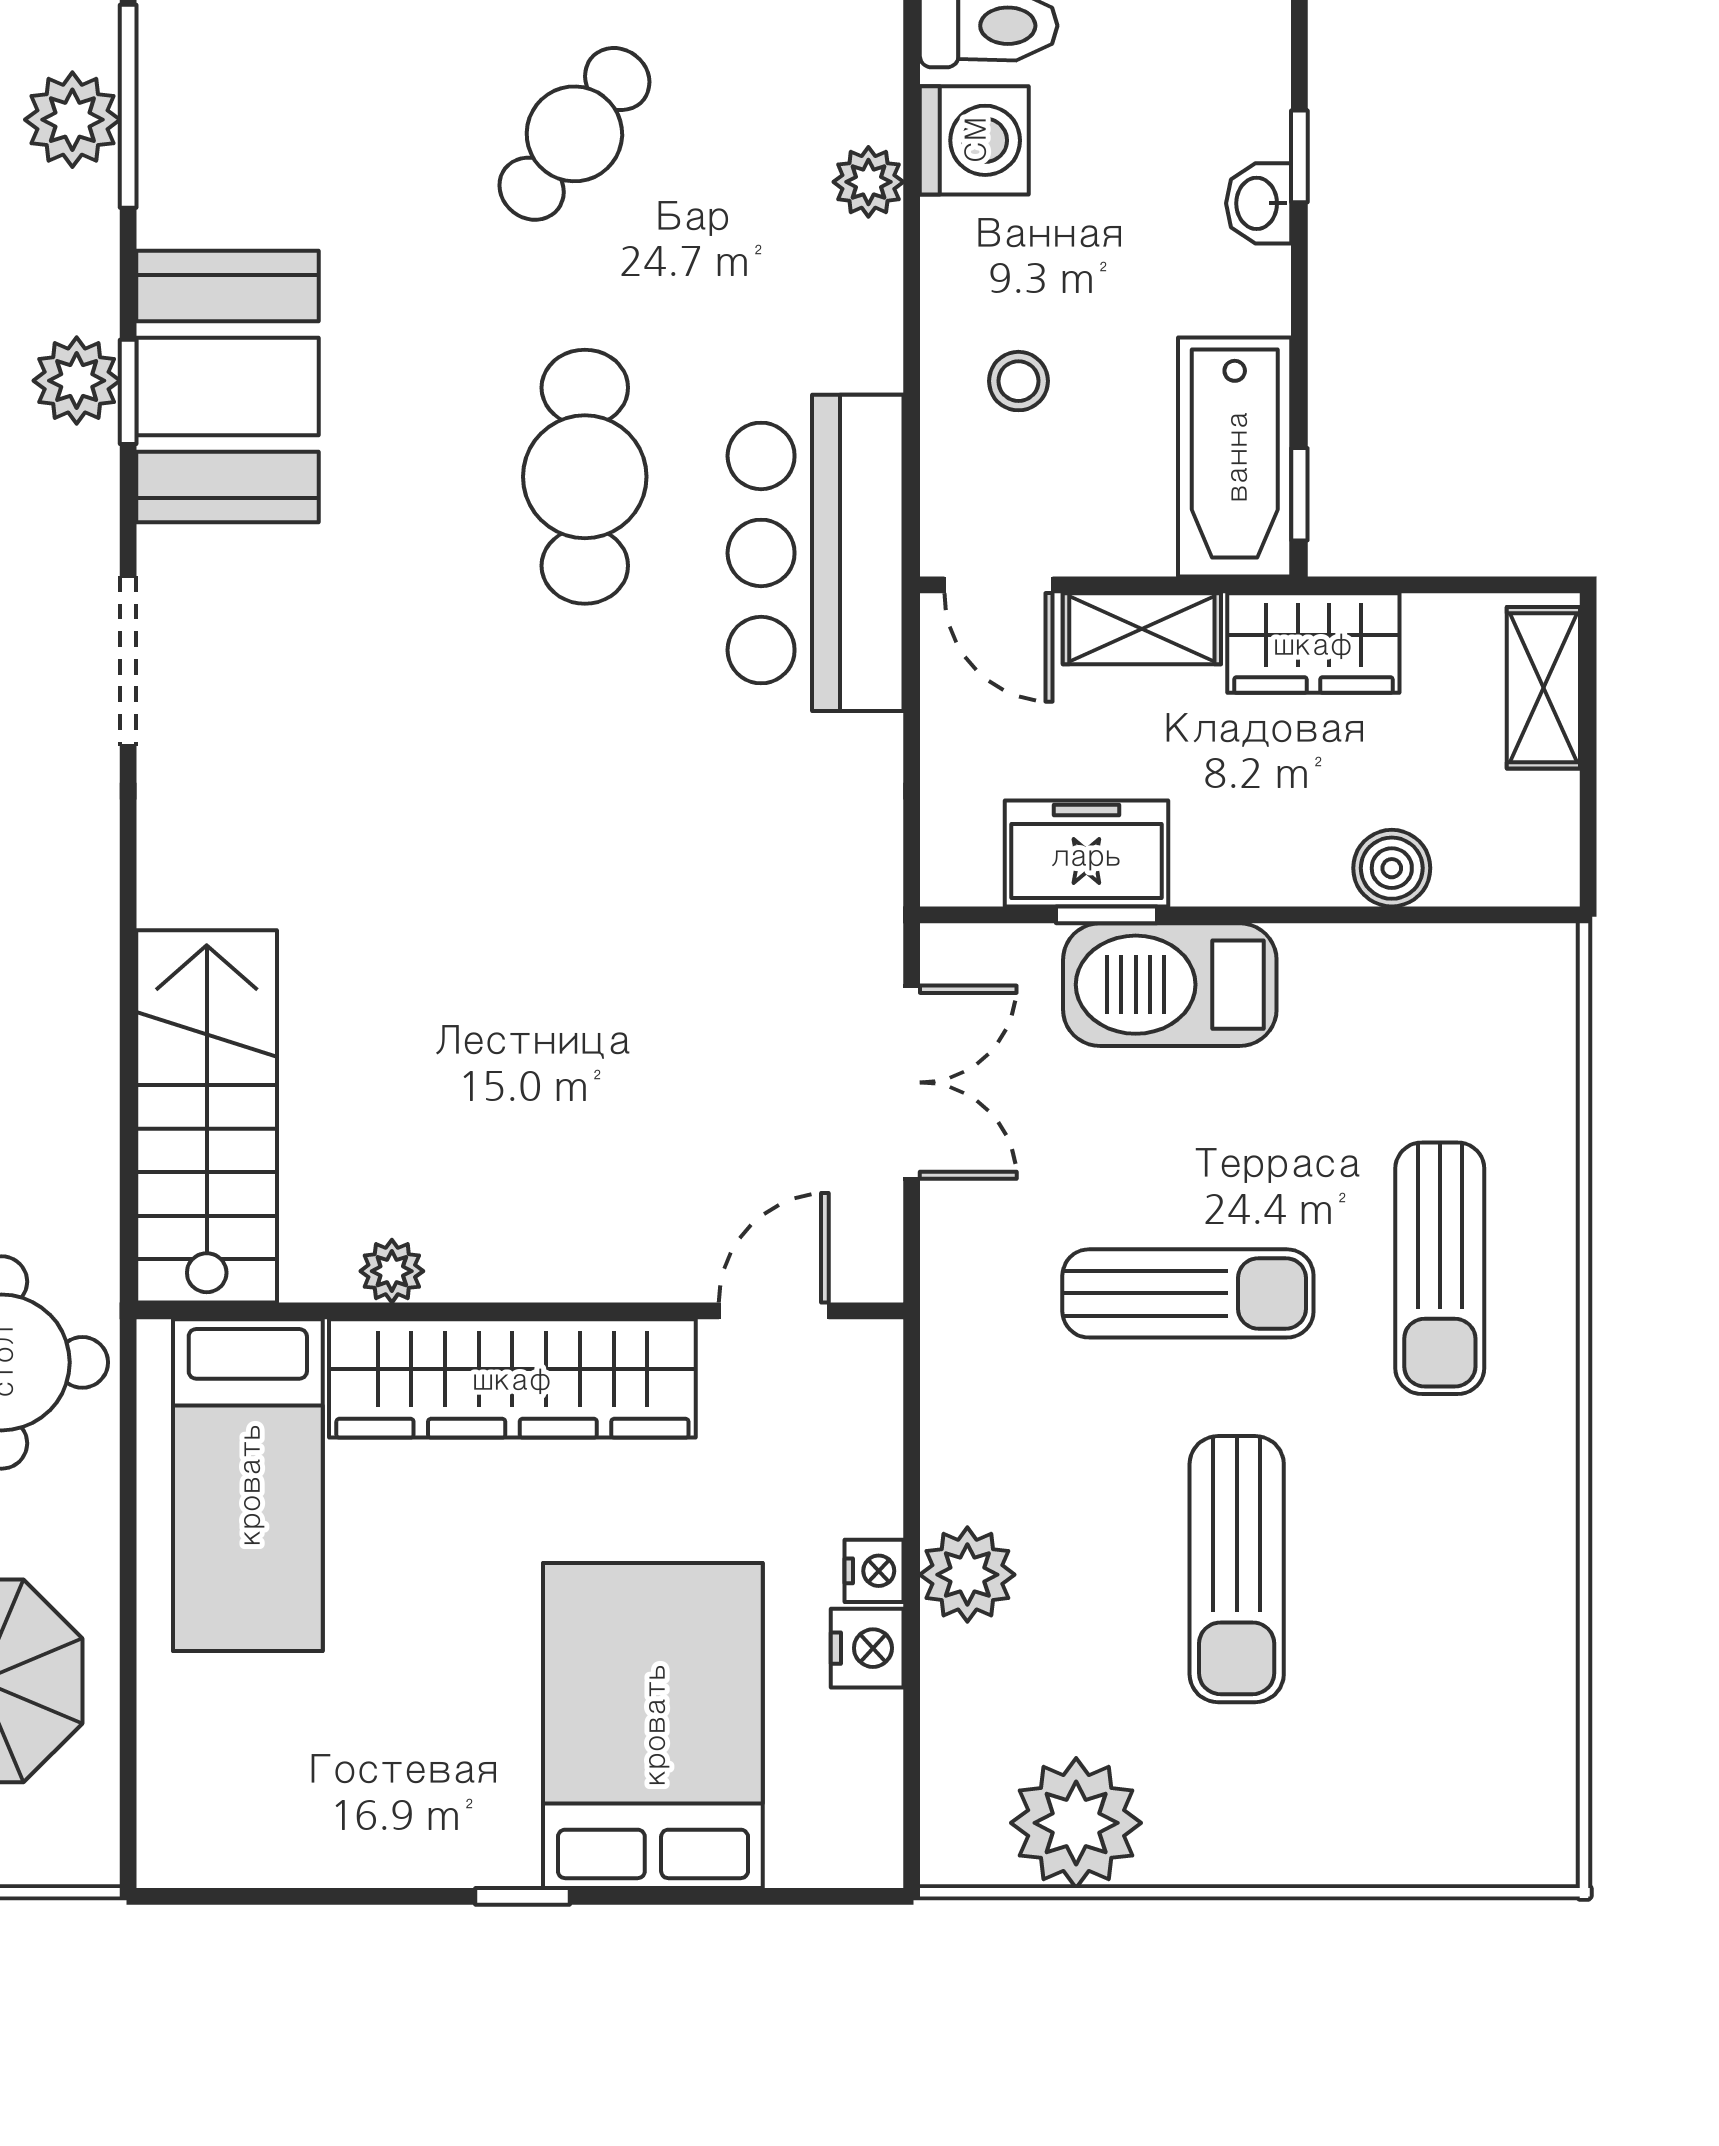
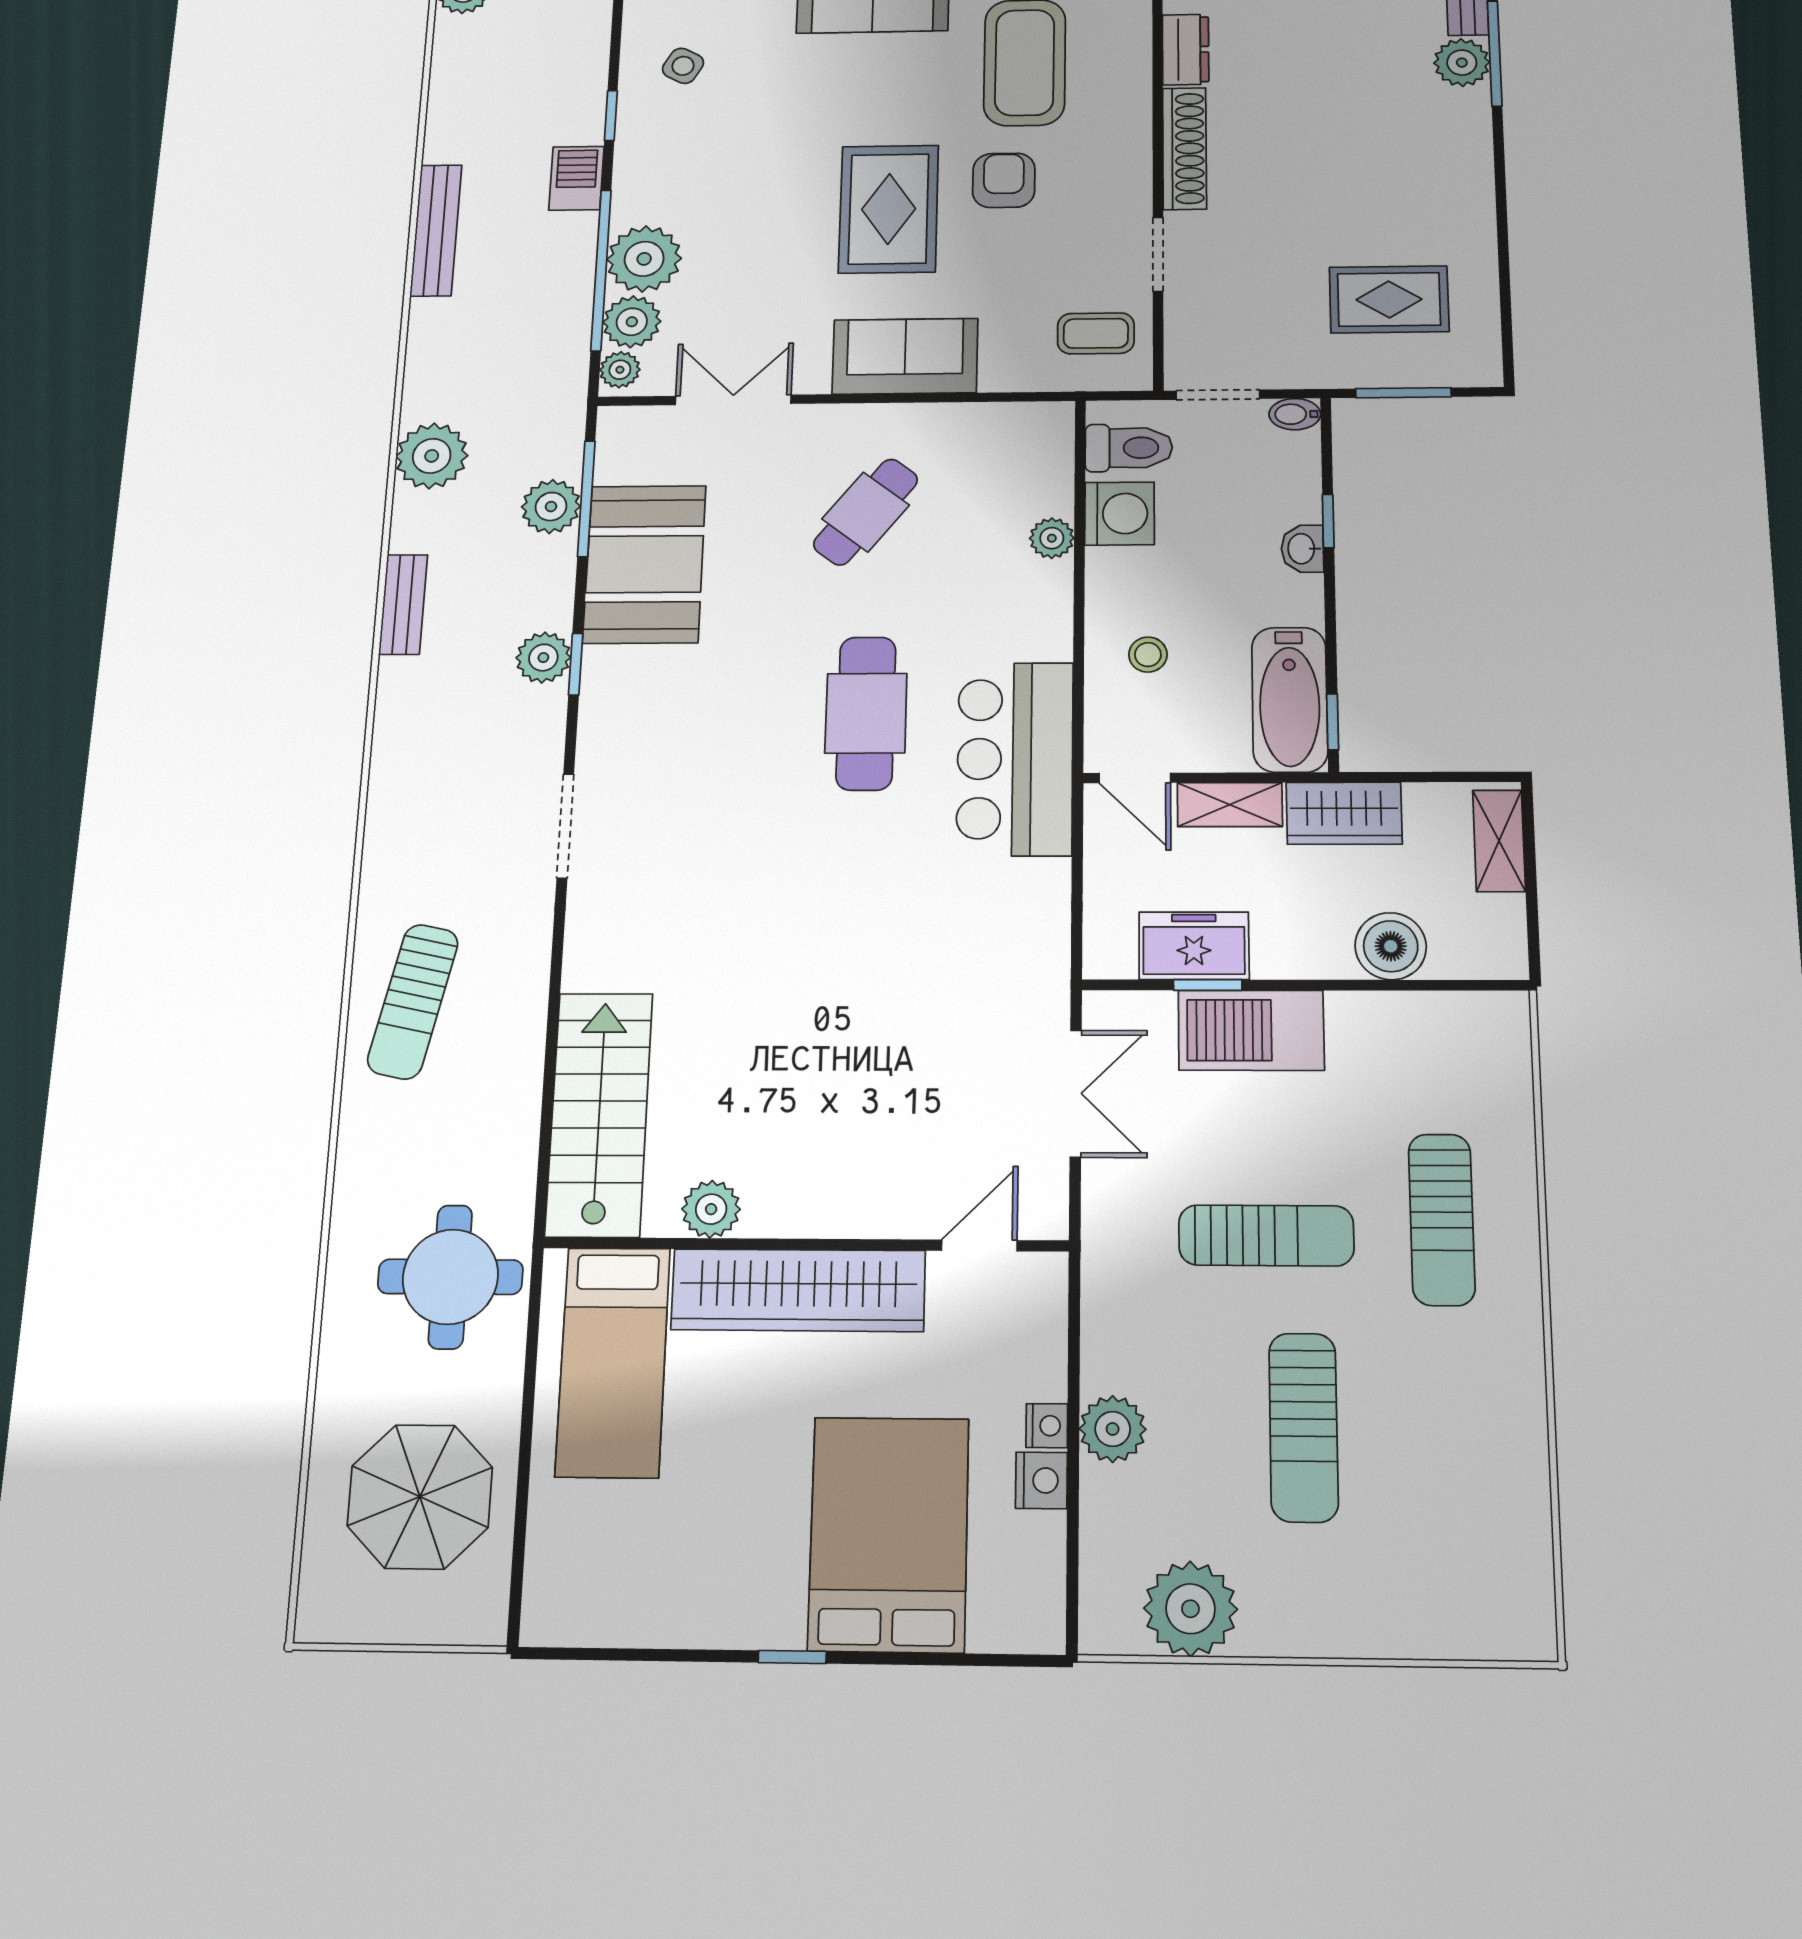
booth: (228, 387) -> (645, 564), moved
boiler: (1392, 868) -> (1391, 946), width x1.36, depth x1.36
plant: (392, 1271) -> (711, 1209), width x1.38, depth x1.38

